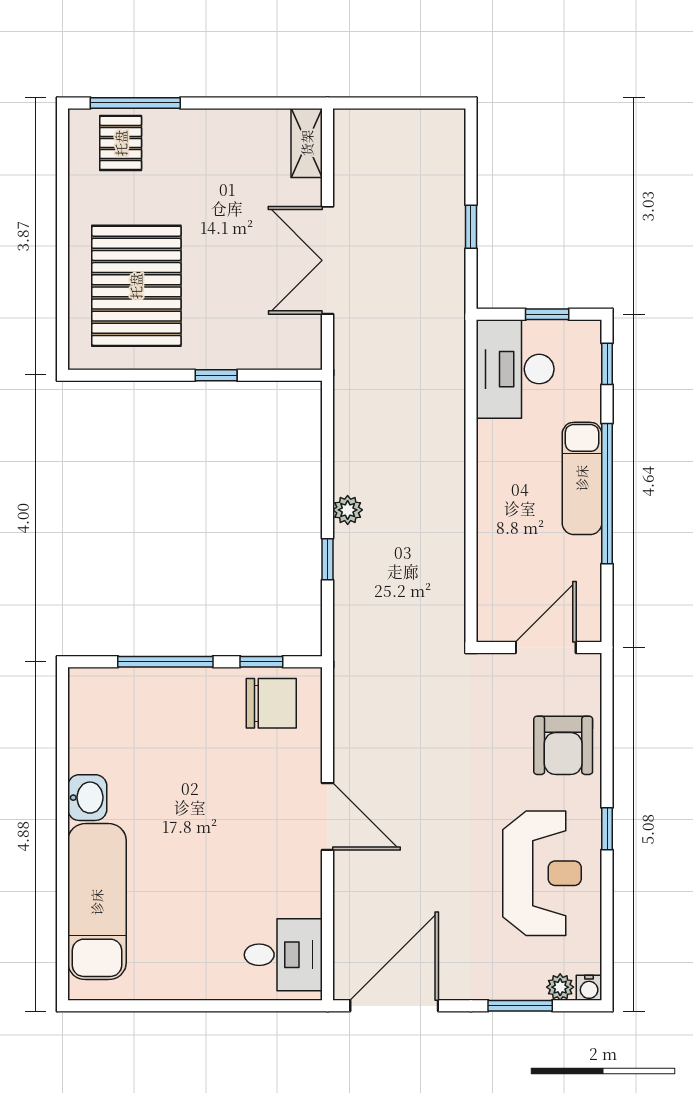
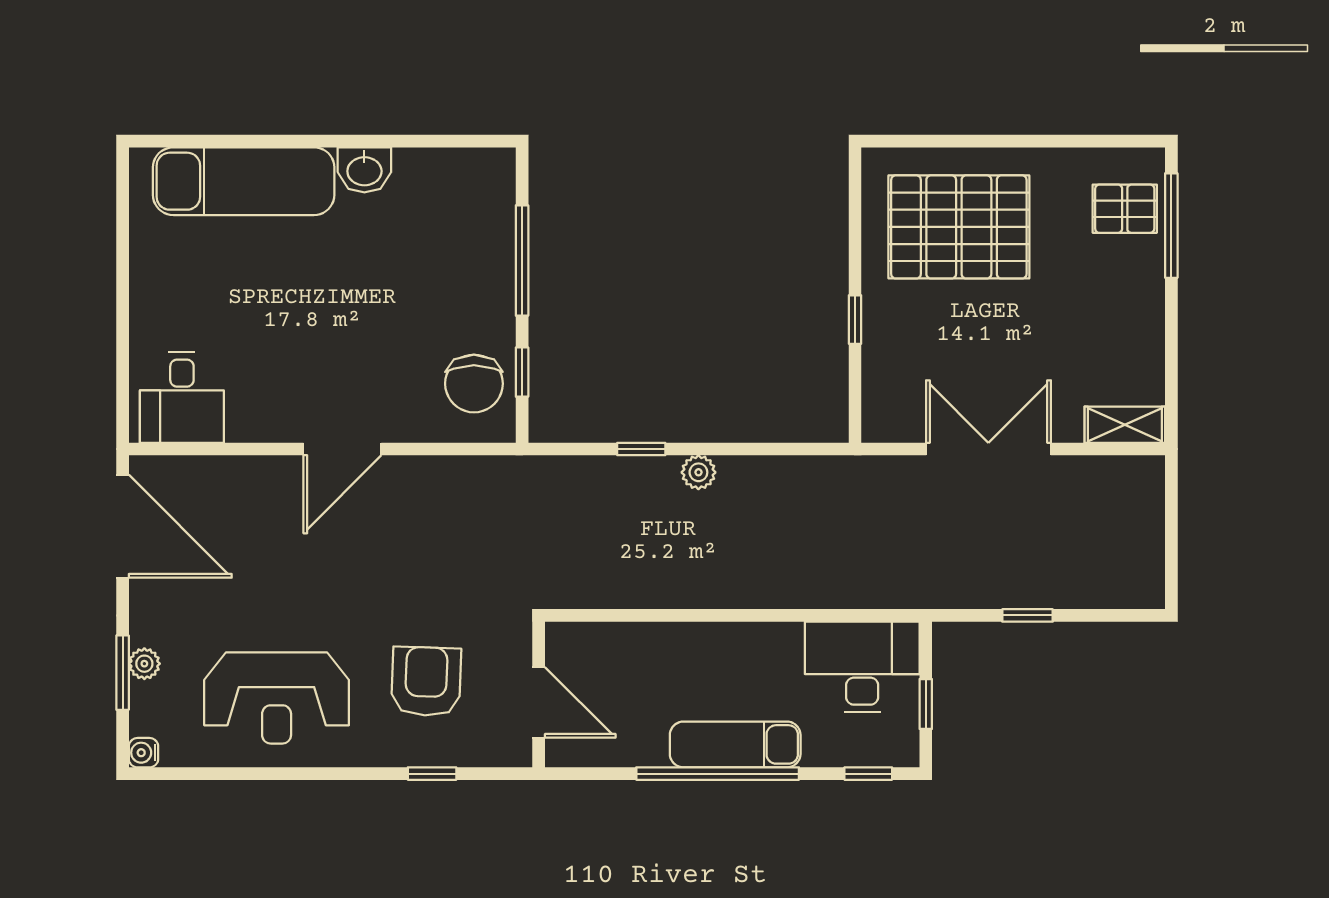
armchair: (563, 745) -> (426, 681), moved, turned 92
window: (607, 829) -> (432, 774), moved
plant: (560, 987) -> (144, 664), moved

